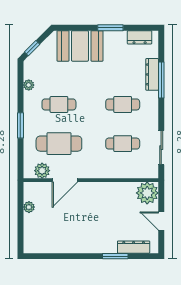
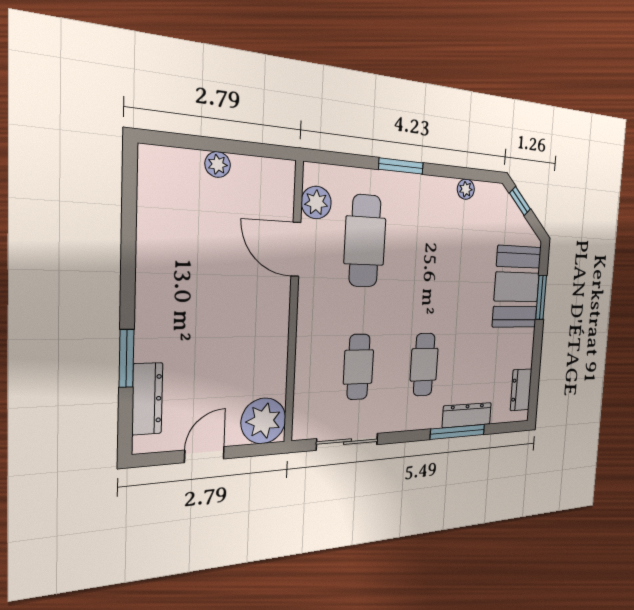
window: (110, 28) -> (541, 297), moved
cafe table: (59, 104) -> (431, 245), removed
plant: (29, 207) -> (218, 164), moved

